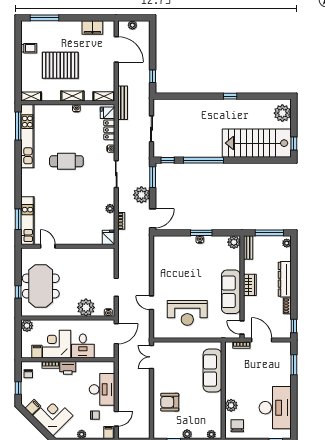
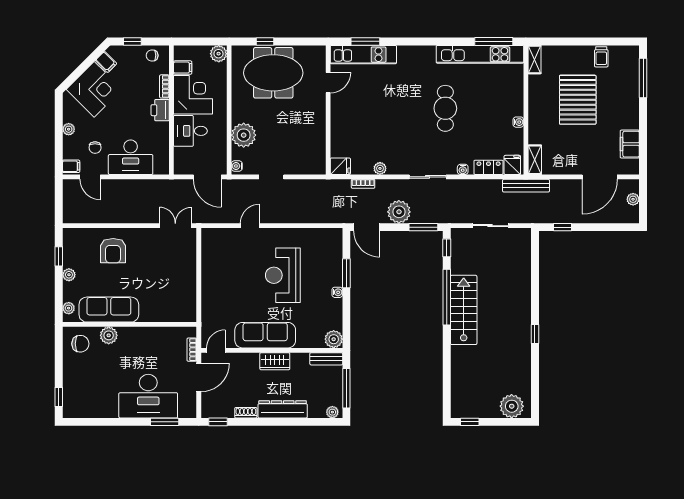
shelving: (72, 96) -> (535, 116), removed
stairs: (257, 143) -> (464, 310), moved, width x0.73, depth x0.66
window: (201, 233) -> (346, 273), moved
reception desk: (187, 313) -> (283, 275), moved
sofa: (212, 371) -> (109, 310), moved
armchair: (170, 402) -> (113, 251), turned 180
desk: (275, 408) -> (148, 396), moved

